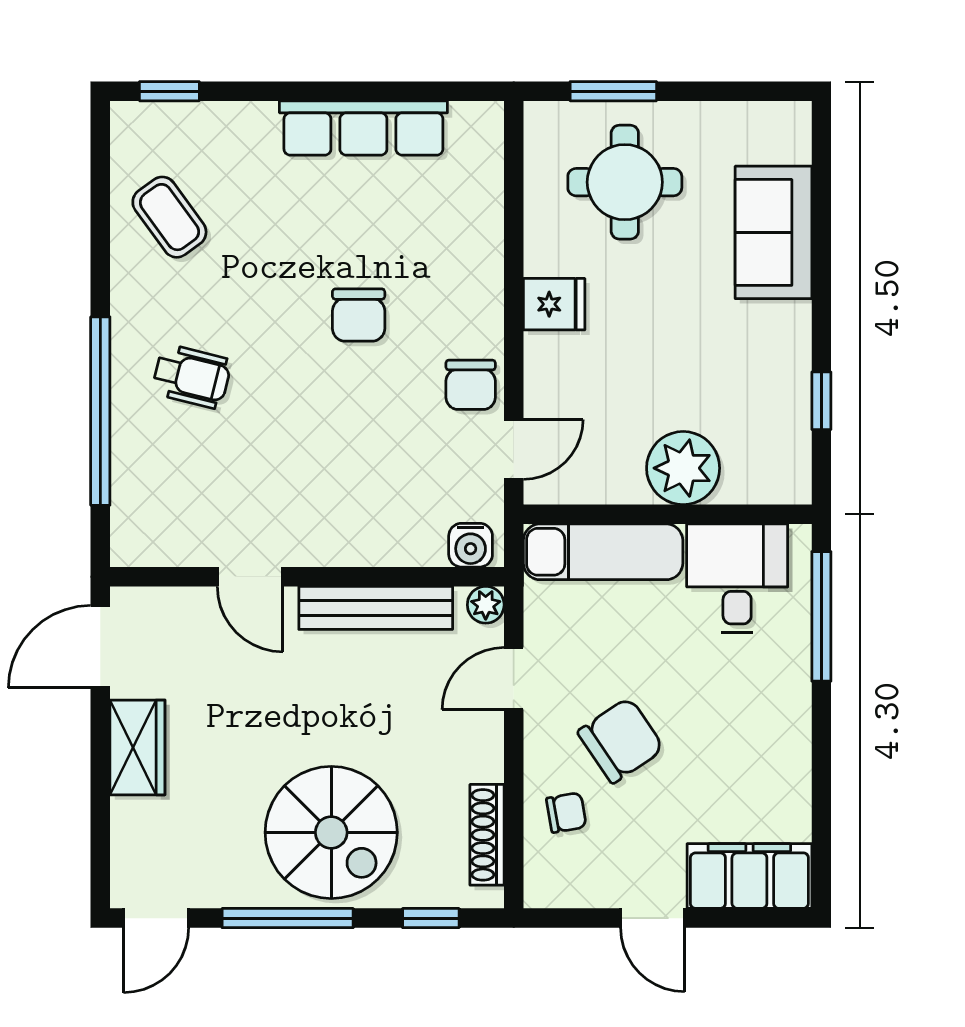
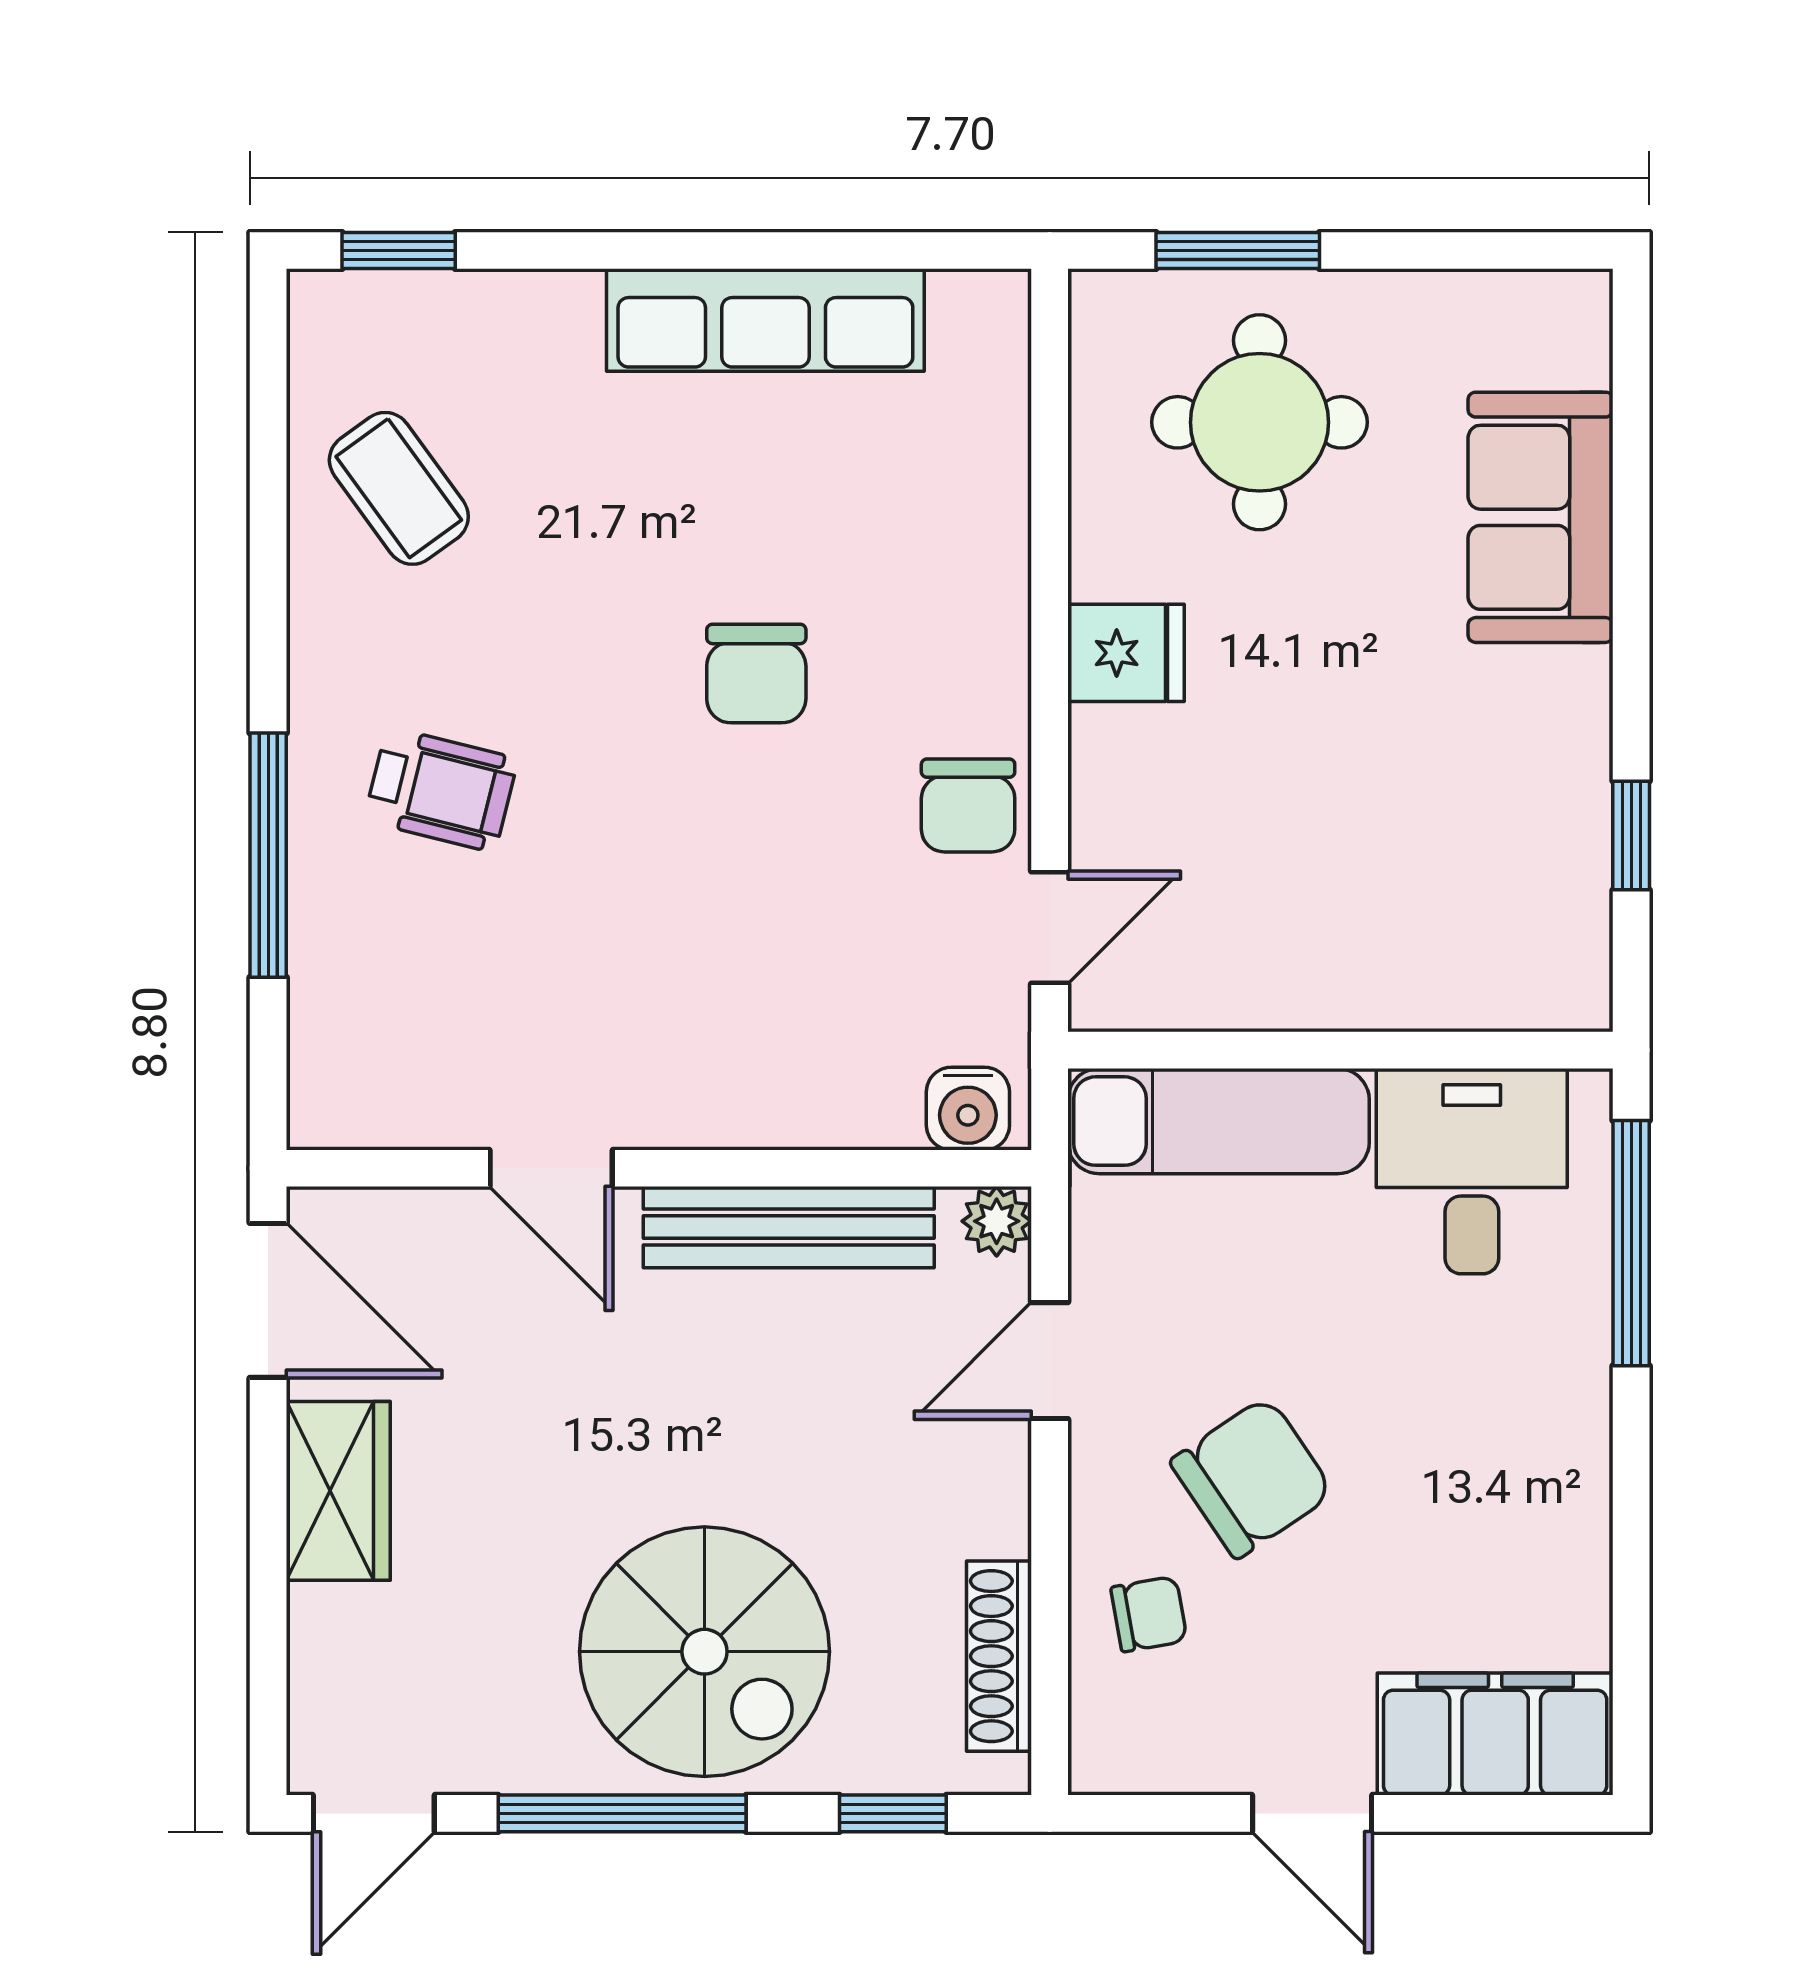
window: (100, 411) -> (268, 855), width x0.68
plant: (683, 468) -> (1370, 963), removed
door: (100, 647) -> (268, 1300), swing flipped

